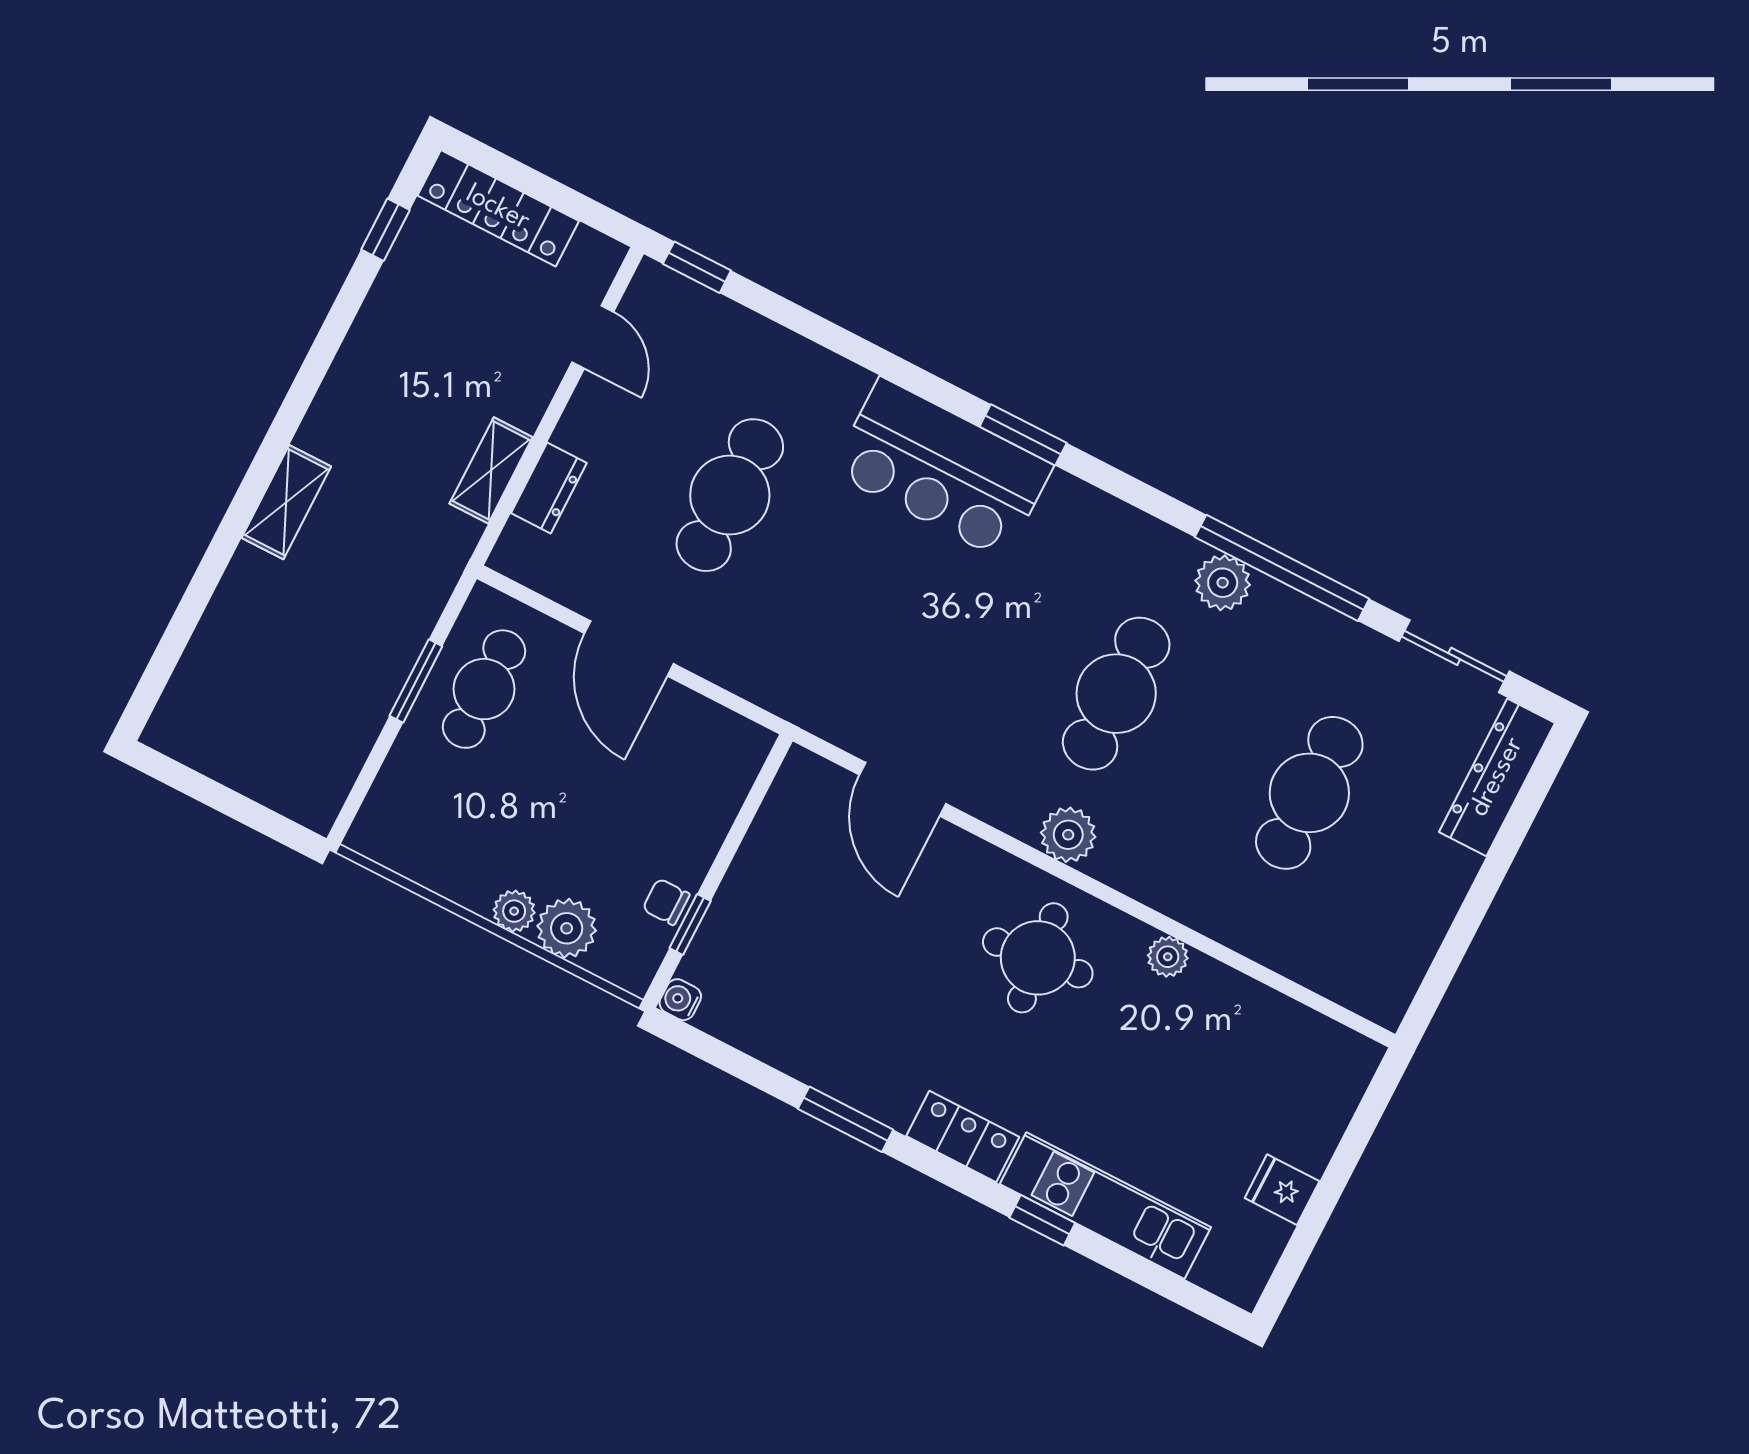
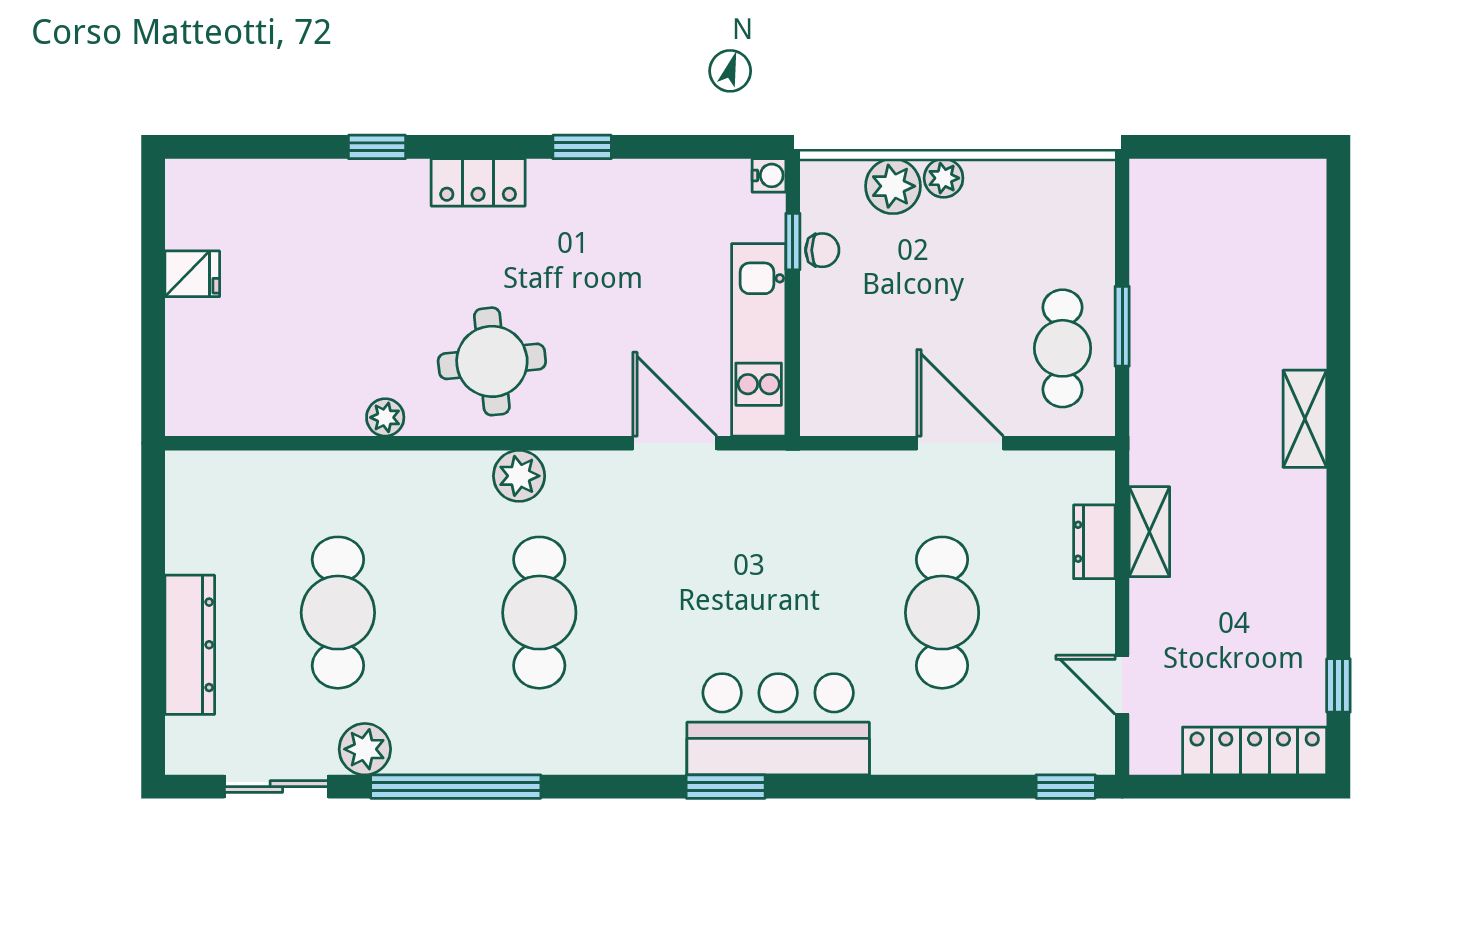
plant: (1223, 583) -> (365, 749), moved
dresser: (1497, 777) -> (190, 645), moved
window: (846, 1119) -> (582, 147), width x0.67
kitchen unit: (1105, 1206) -> (759, 340), moved, turned 90

